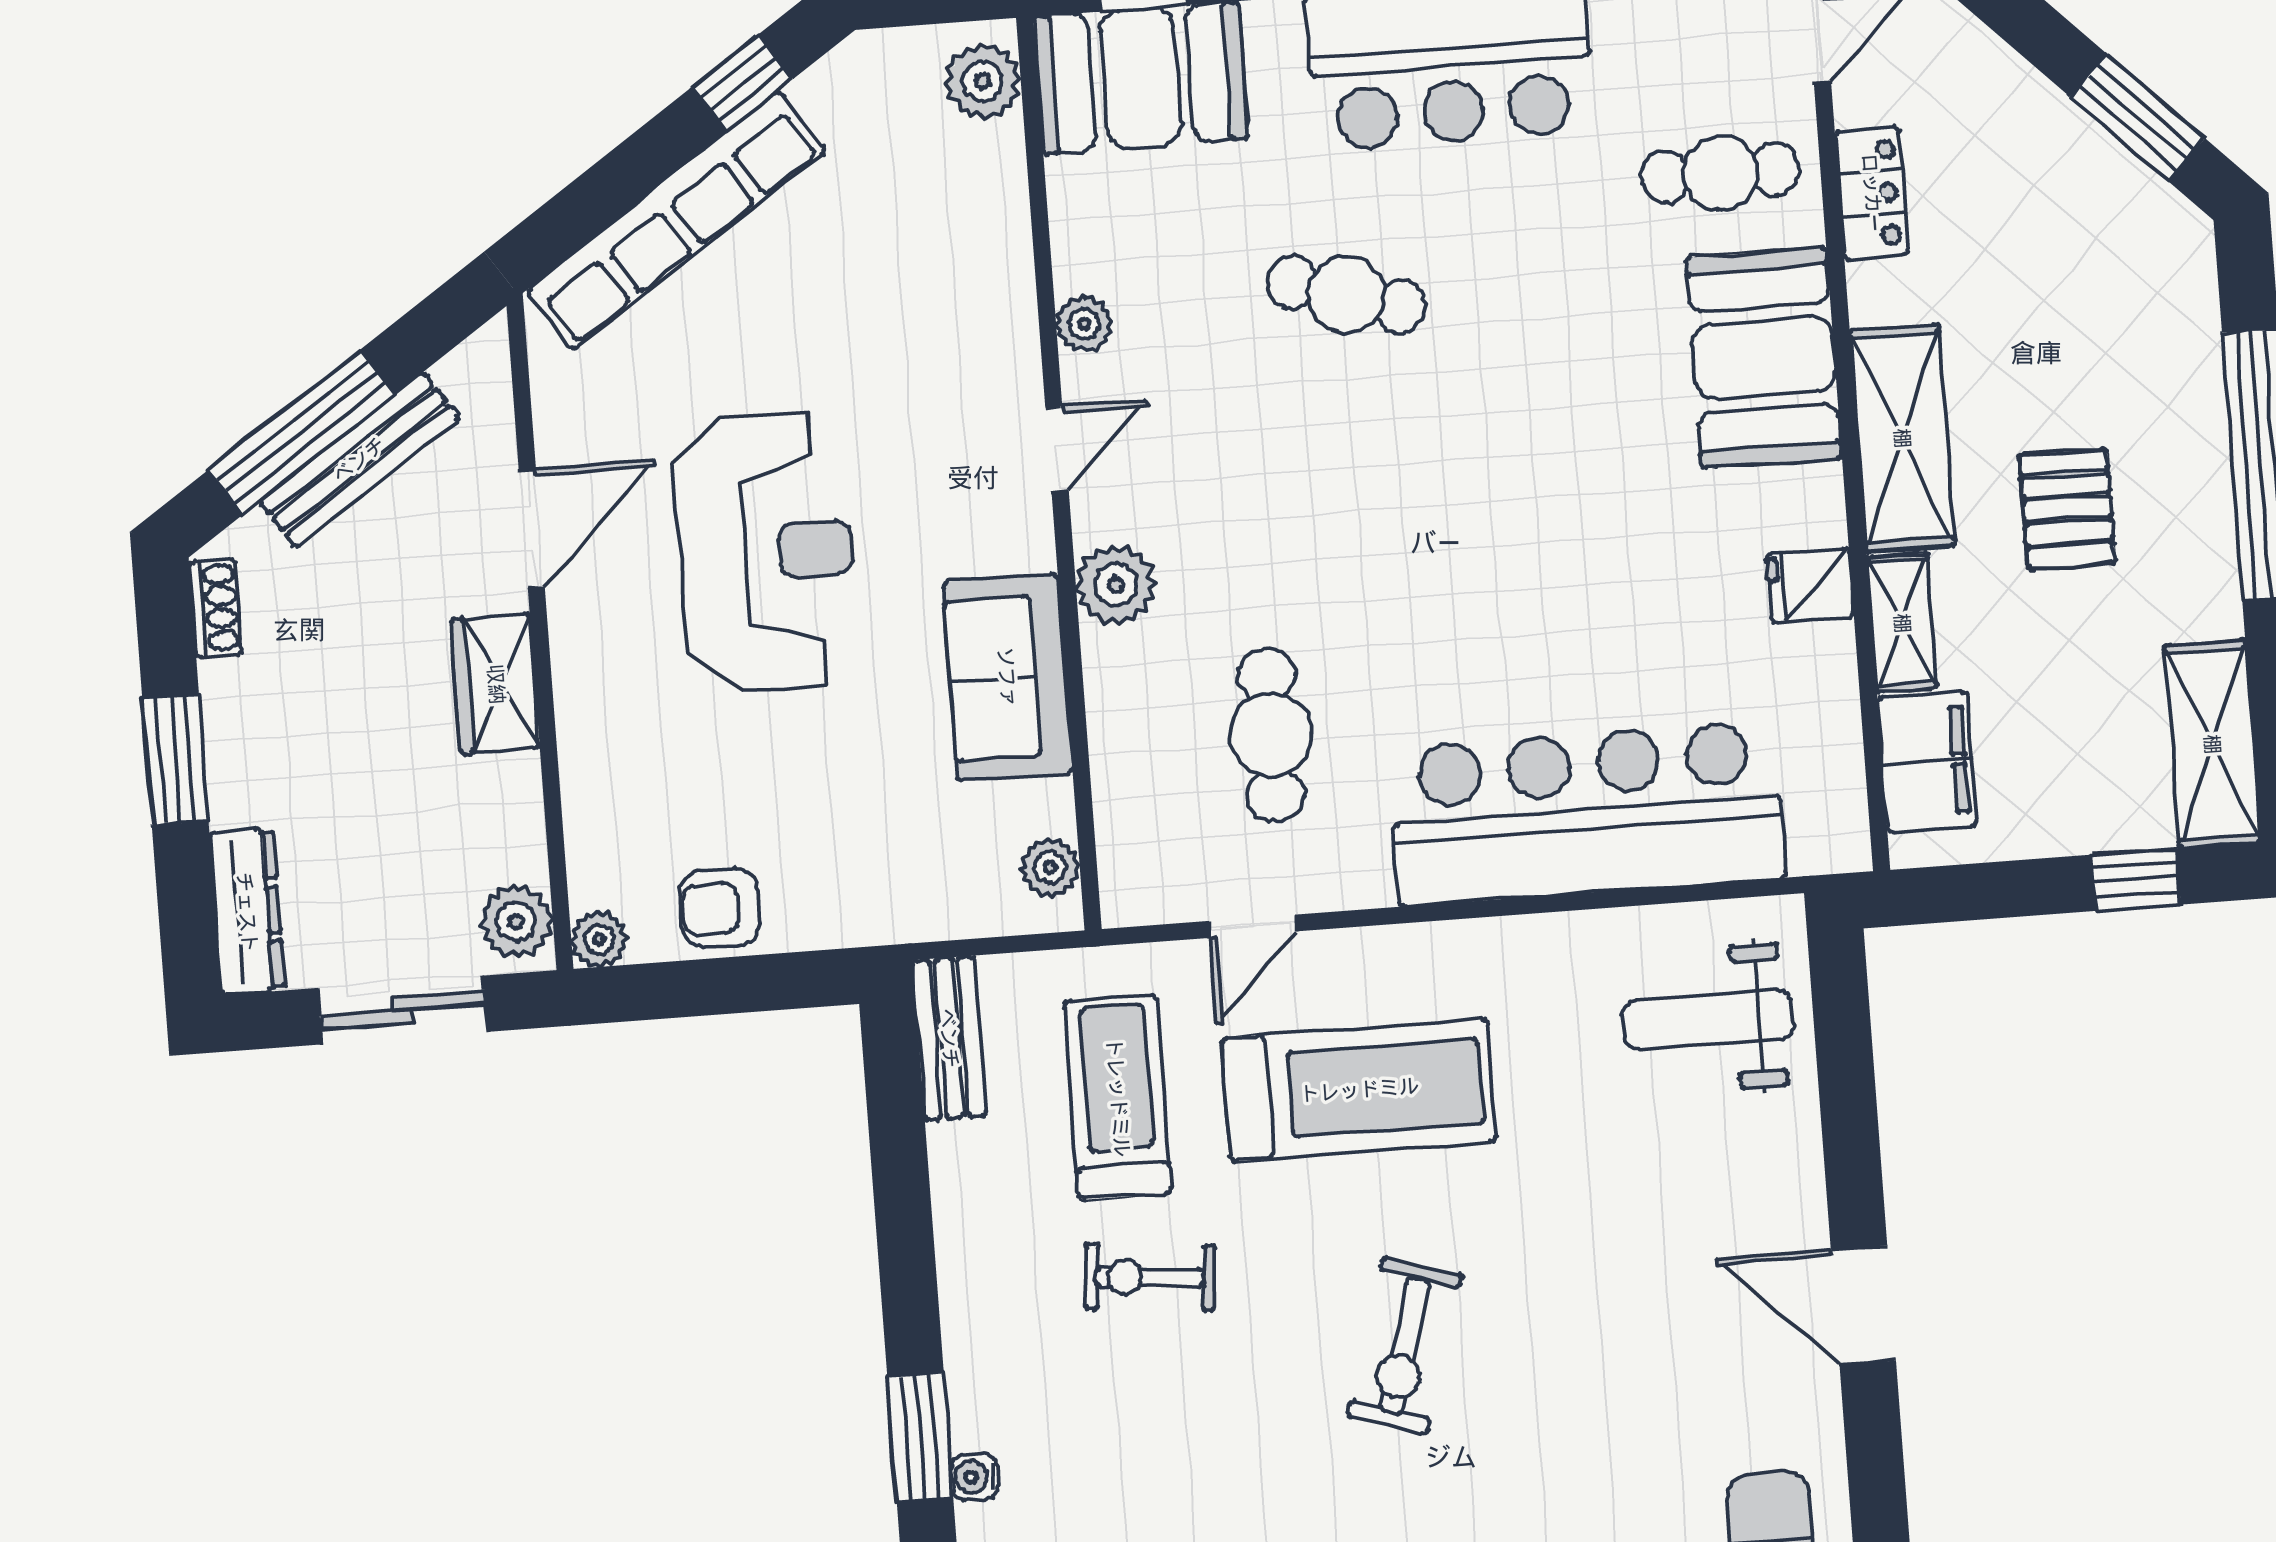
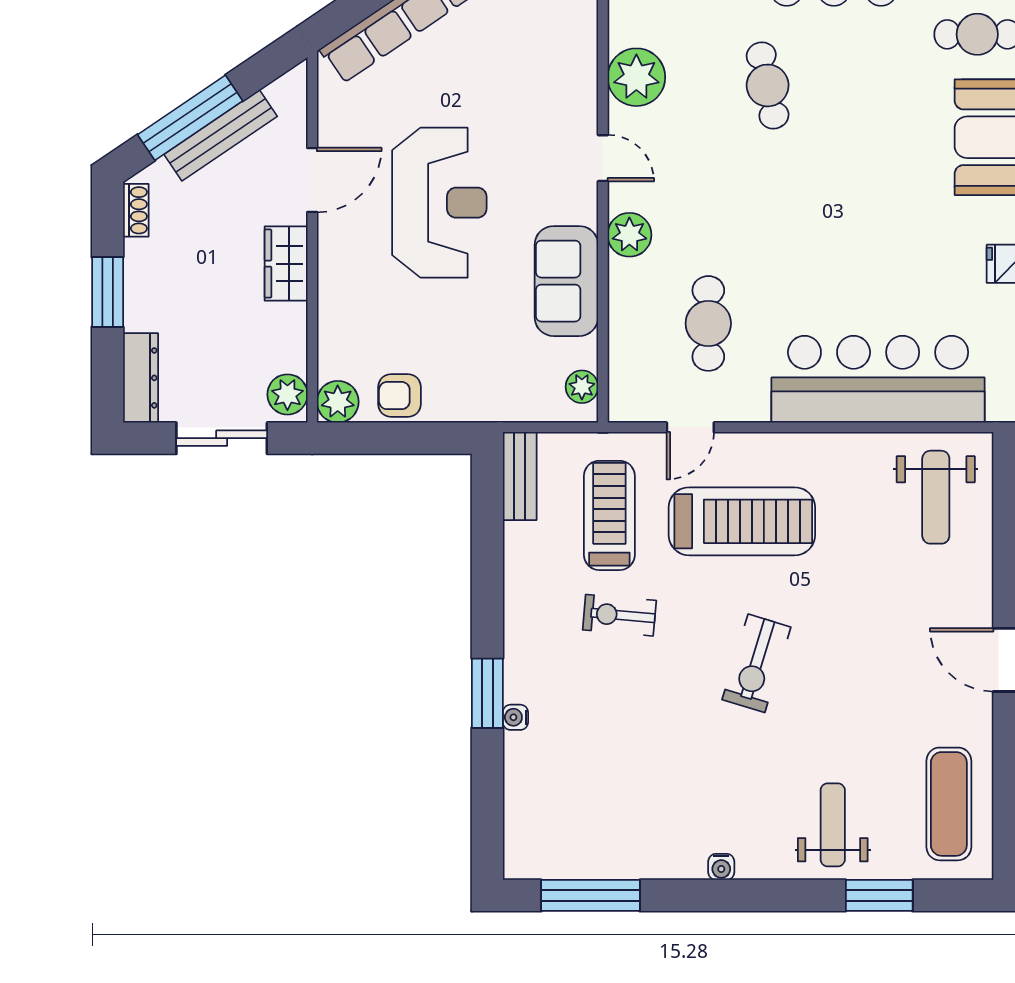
cafe table: (1346, 295) -> (768, 85), turned 61
plant: (1084, 324) -> (636, 77), width x1.88, depth x1.88
door: (1057, 449) -> (603, 158), hinge flipped
plant: (599, 939) -> (338, 402), width x1.38, depth x1.38
weight bench: (1708, 1020) -> (936, 497), turned -90

